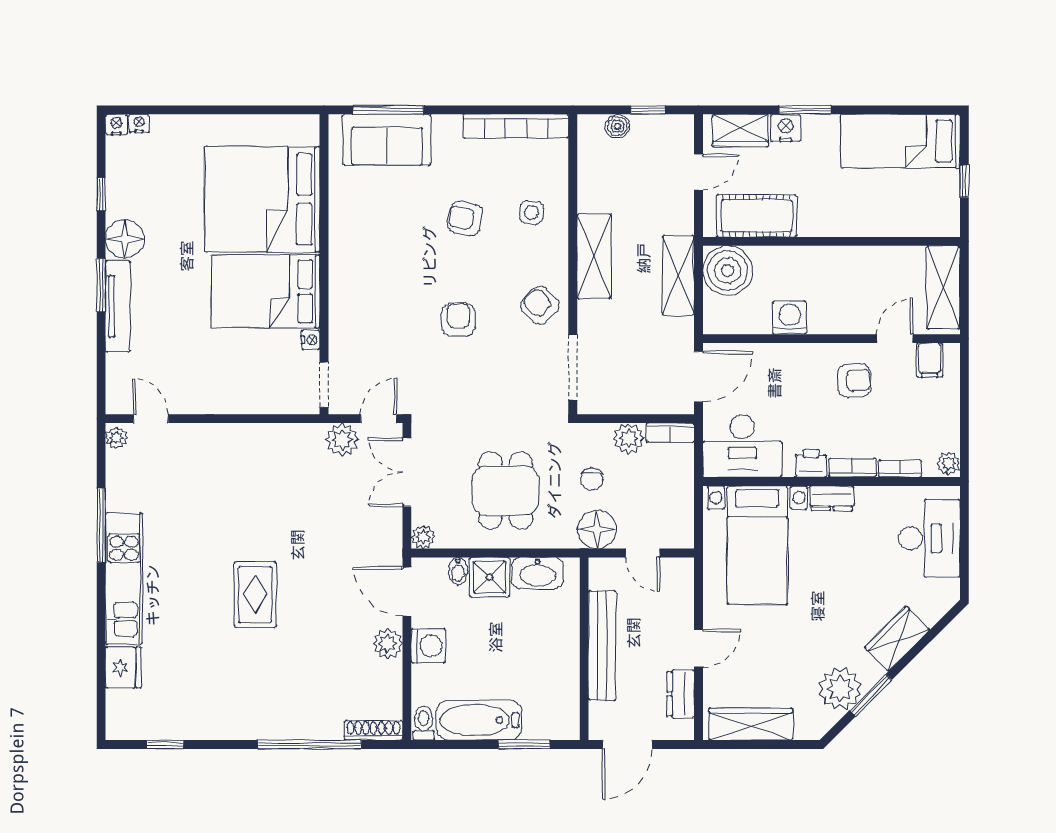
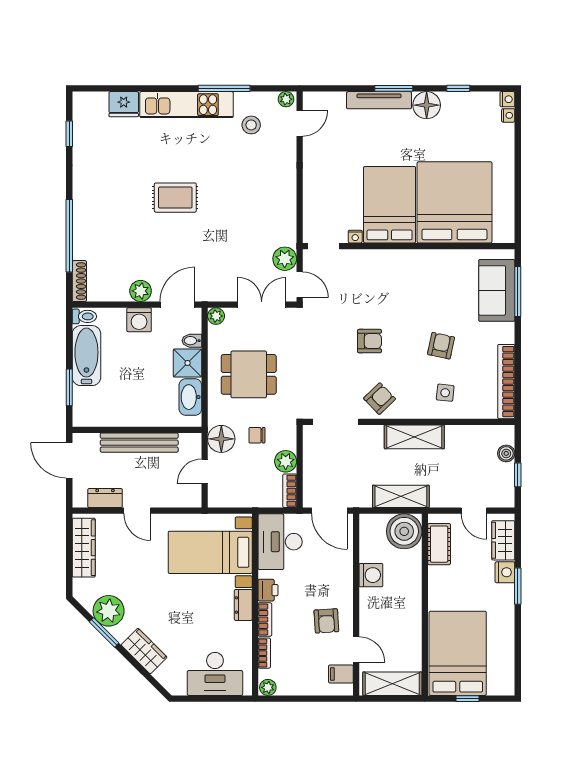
bed: (900, 141) -> (458, 653), moved, width x1.50
cot: (757, 216) -> (439, 544), width x0.73, depth x0.75
stool: (153, 487) -> (251, 125), added

